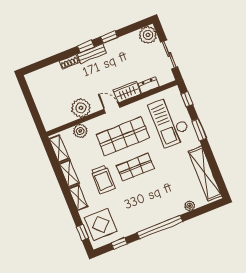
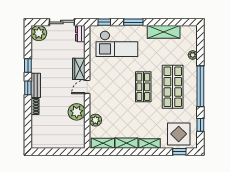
dresser: (149, 85) -> (80, 34), moved
shop shelf: (123, 136) -> (173, 87), moved
shelving: (205, 174) -> (164, 32), width x0.68
trolley: (103, 179) -> (142, 117), removed

